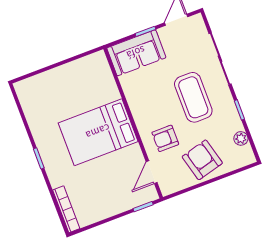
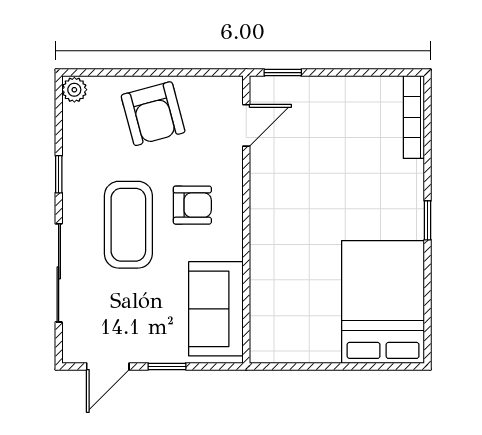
sofa: (136, 53) -> (216, 309), moved, turned -90
bed: (98, 132) -> (383, 302), moved, turned -90
armchair: (165, 138) -> (192, 205), moved
plant: (241, 138) -> (74, 90), moved

